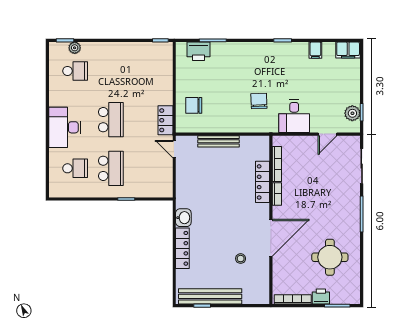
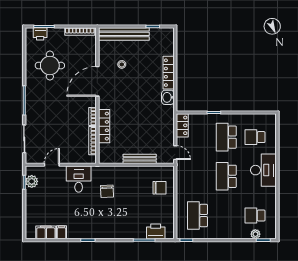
filing cabinet: (348, 50) -> (46, 232), moved
school desk: (147, 71) -> (198, 216), added
locker: (165, 120) -> (182, 125), moved
bench: (210, 296) -> (124, 34), moved
printer: (321, 297) -> (40, 34), moved

